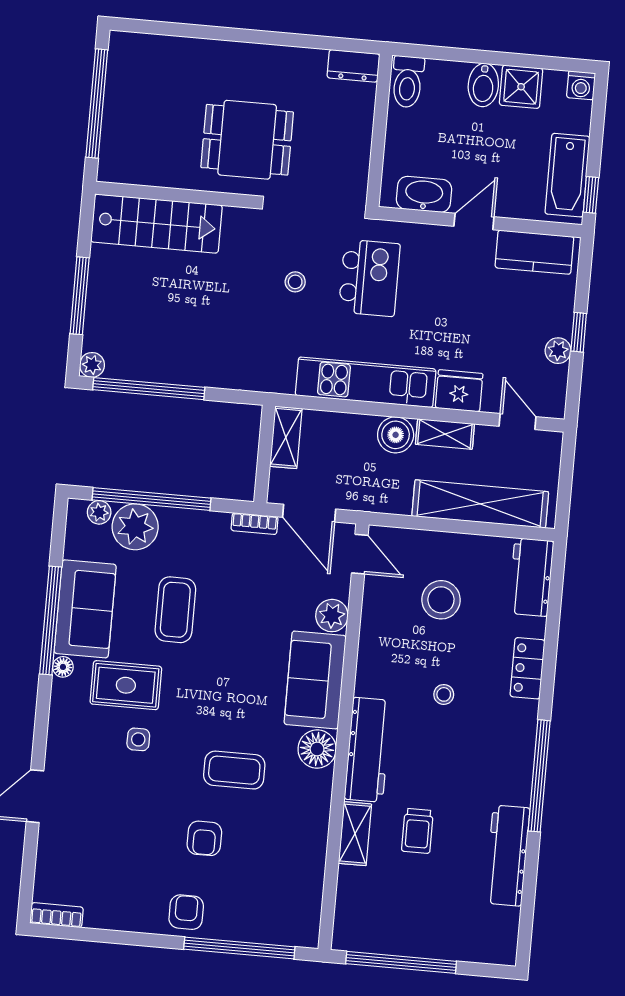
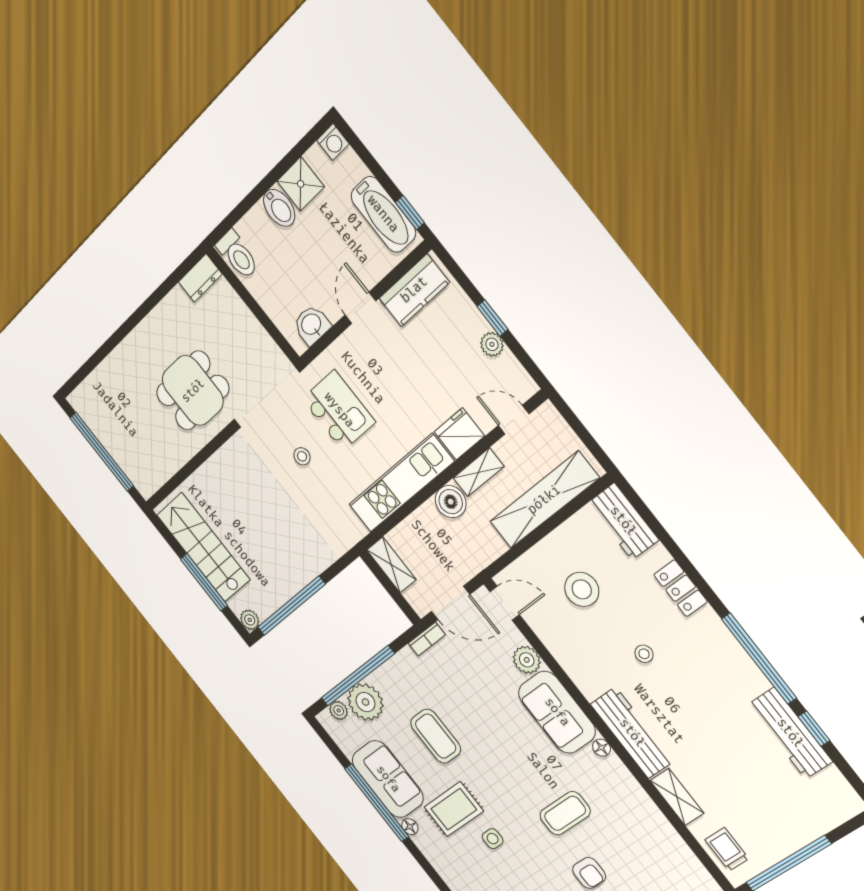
washbasin: (424, 194) -> (312, 325), width x0.72
stairs: (156, 224) -> (203, 547), moved, turned -90
floor lamp: (317, 749) -> (602, 748), width x0.53, depth x0.53
trolley: (417, 831) -> (727, 849), moved, turned 180
window: (531, 867) -> (814, 729), added

